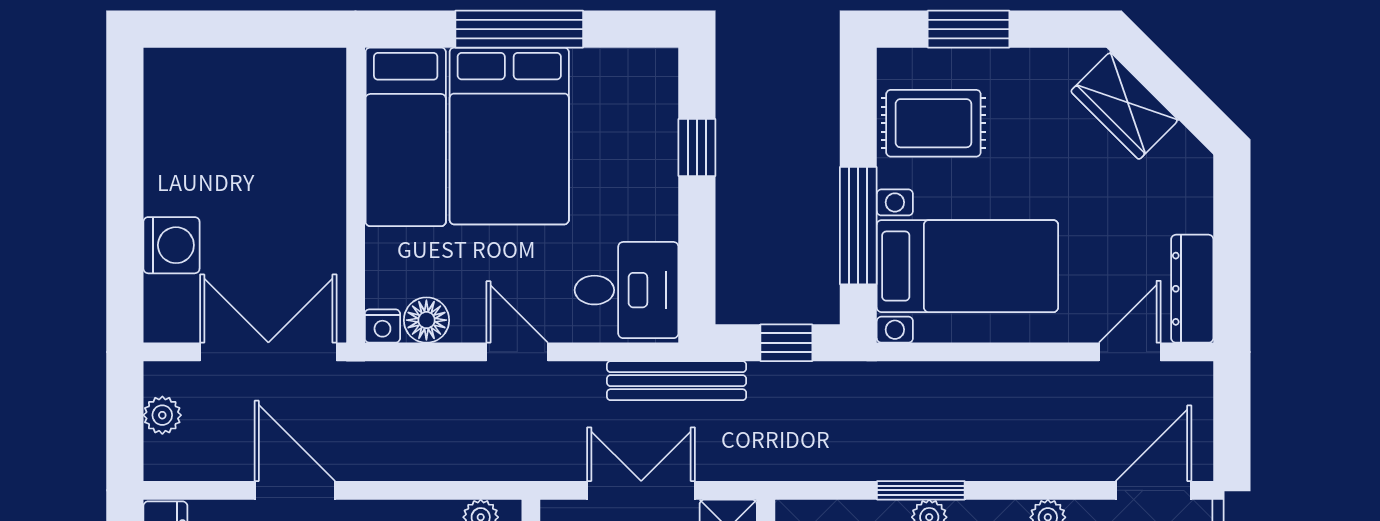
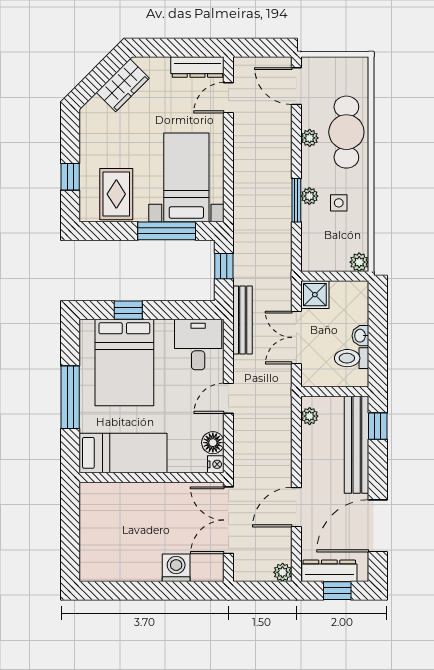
window: (969, 29) -> (70, 177), width x0.67
wardrobe: (1125, 106) -> (123, 85), moved
bed: (509, 136) -> (124, 362), moved, turned 90
door: (1130, 352) -> (228, 98), hinge flipped
plant: (162, 415) -> (283, 572), moved

